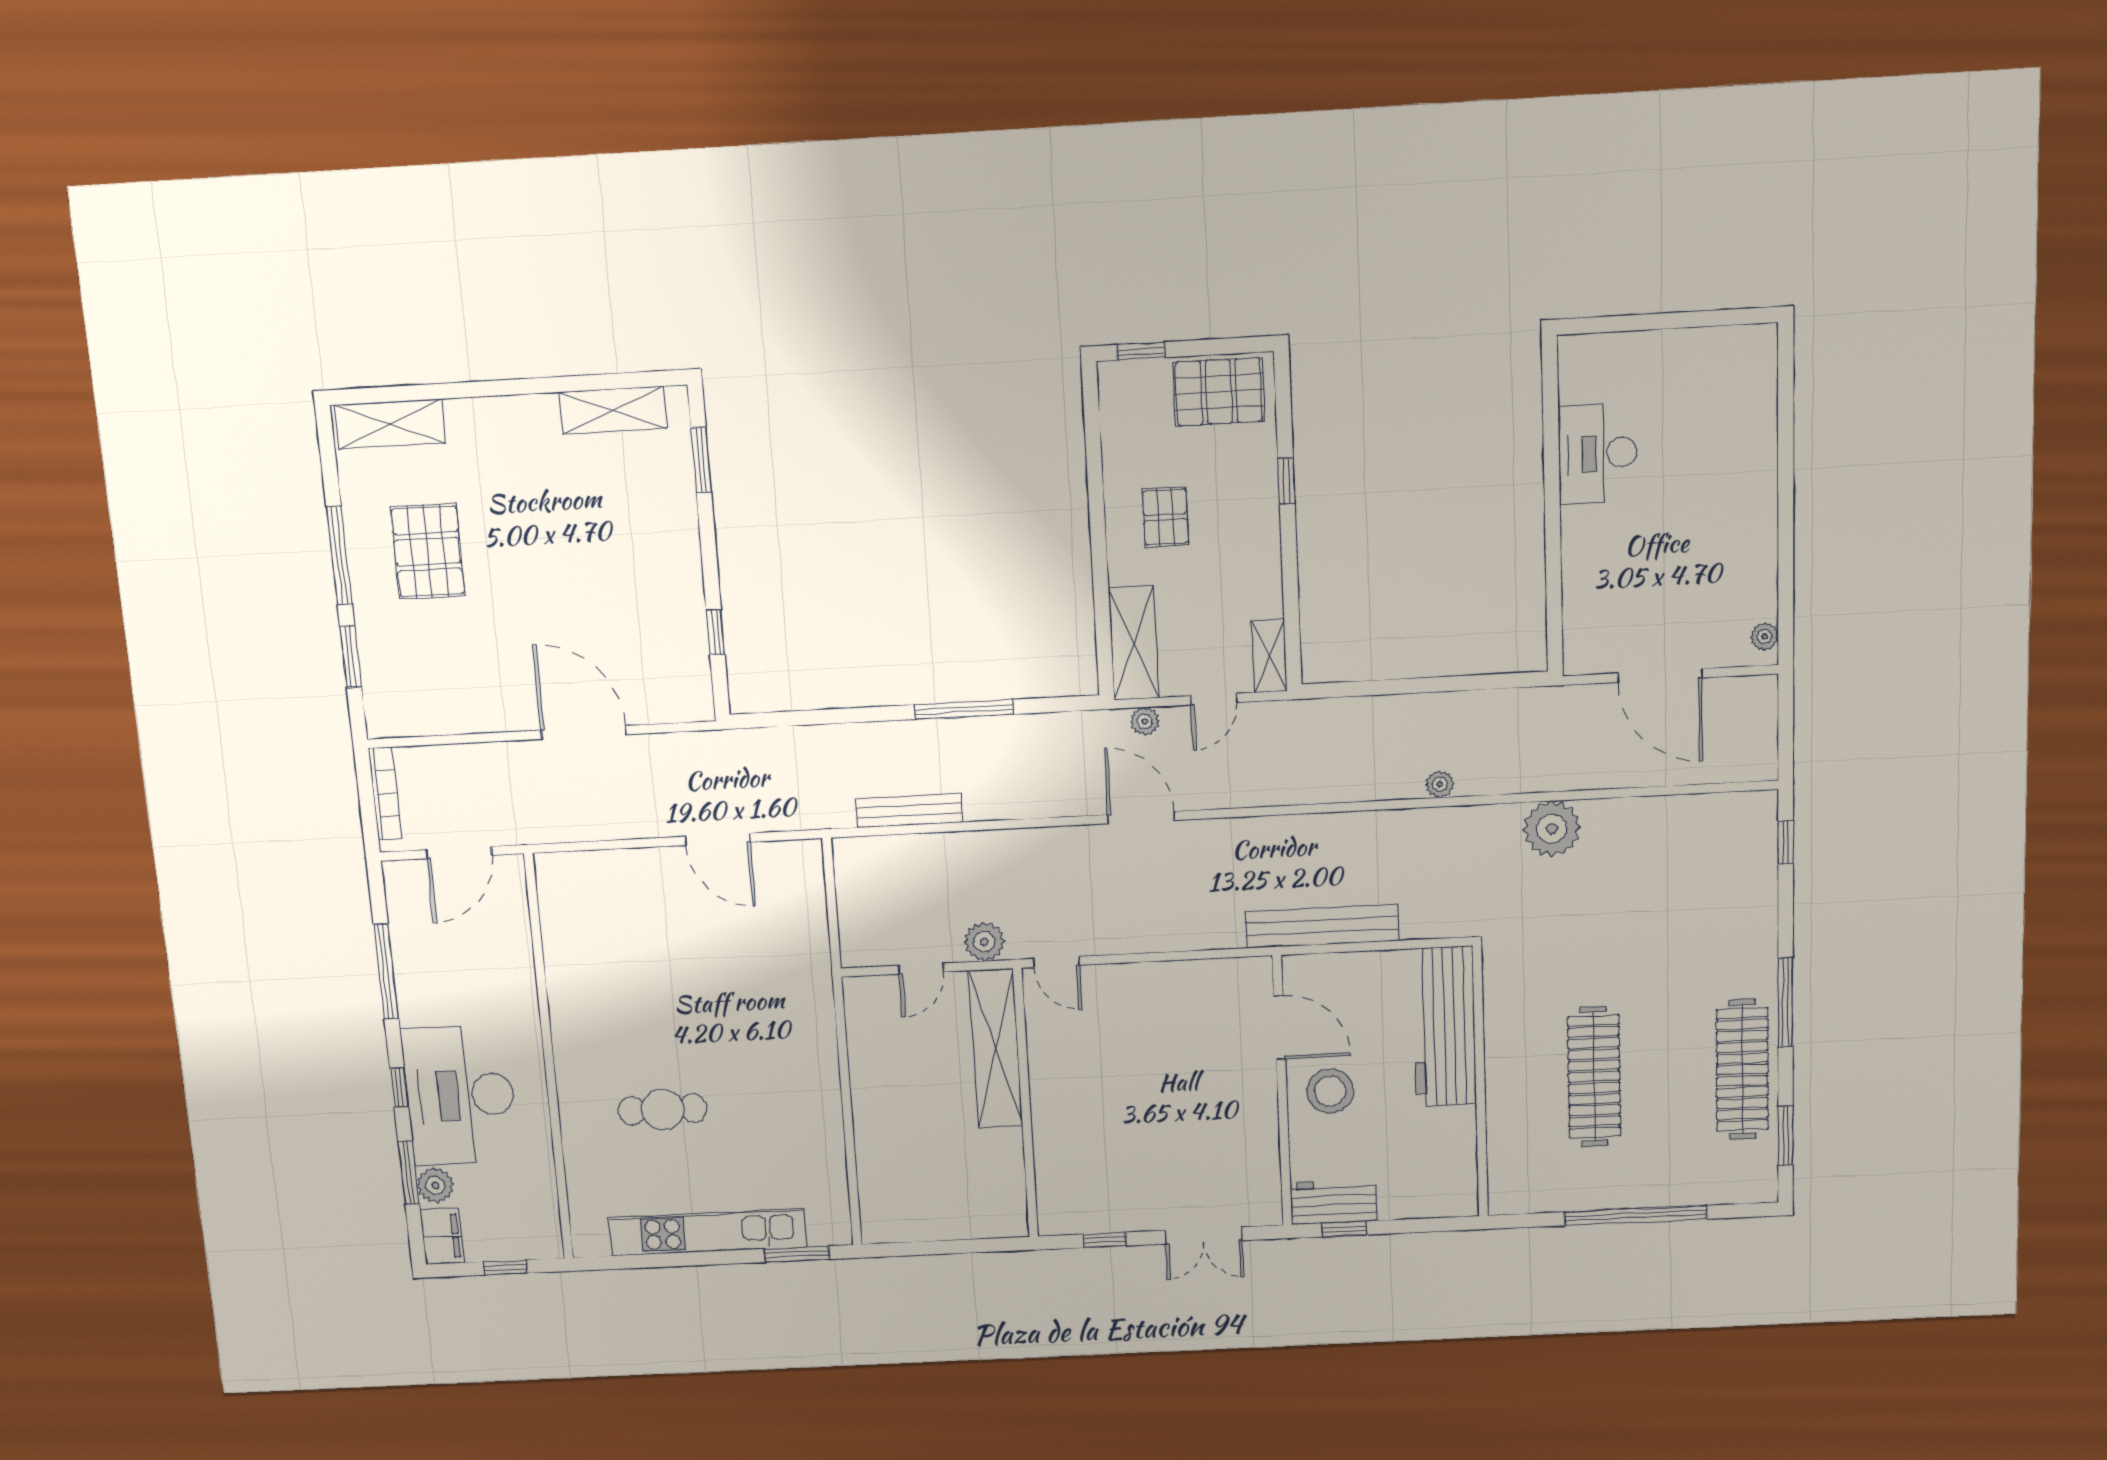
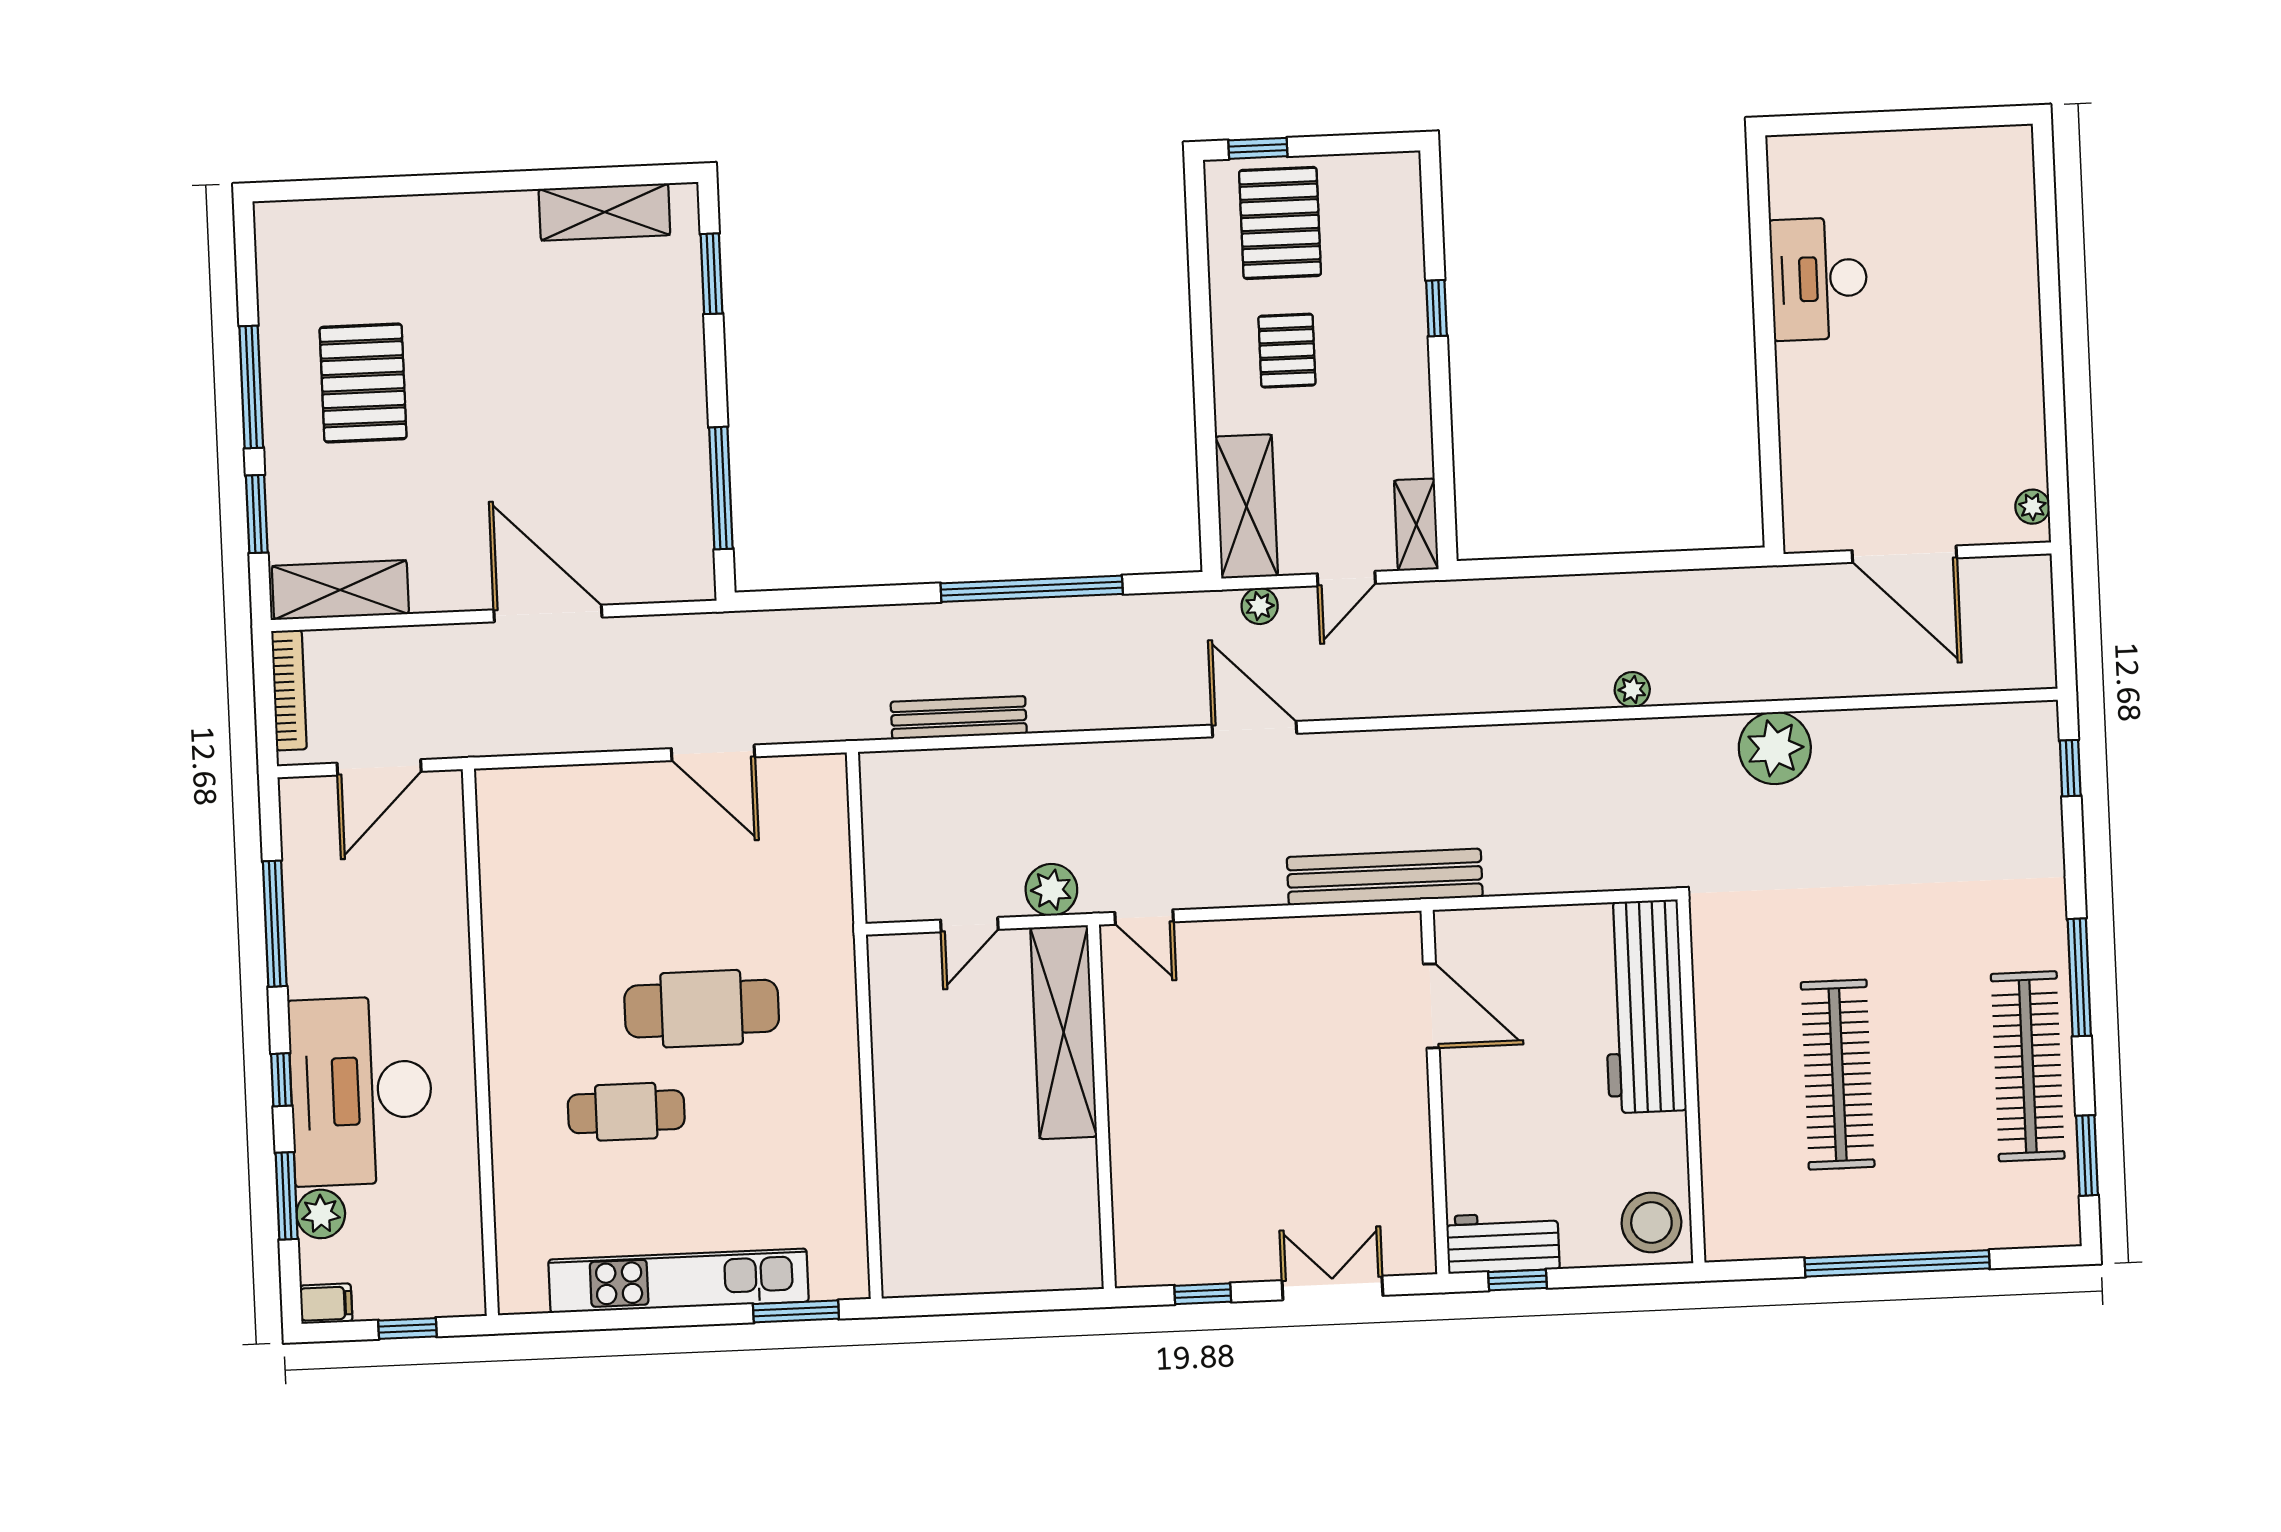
pallet: (1219, 392) -> (1280, 223), moved, turned 90
shelving: (390, 424) -> (340, 590), moved
window: (716, 632) -> (721, 488), width x2.17
window: (964, 709) -> (1032, 589), width x1.46
bench: (1322, 926) -> (1385, 877), moved
cafe table: (717, 1033) -> (702, 1009), added
stool: (1330, 1091) -> (1651, 1222), moved
double door: (1203, 1235) -> (1332, 1288), swing flipped
filing cabinet: (442, 1236) -> (326, 1304), width x0.50

